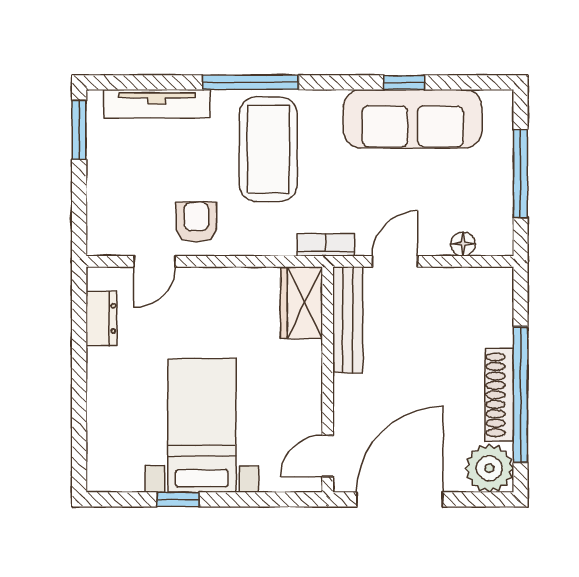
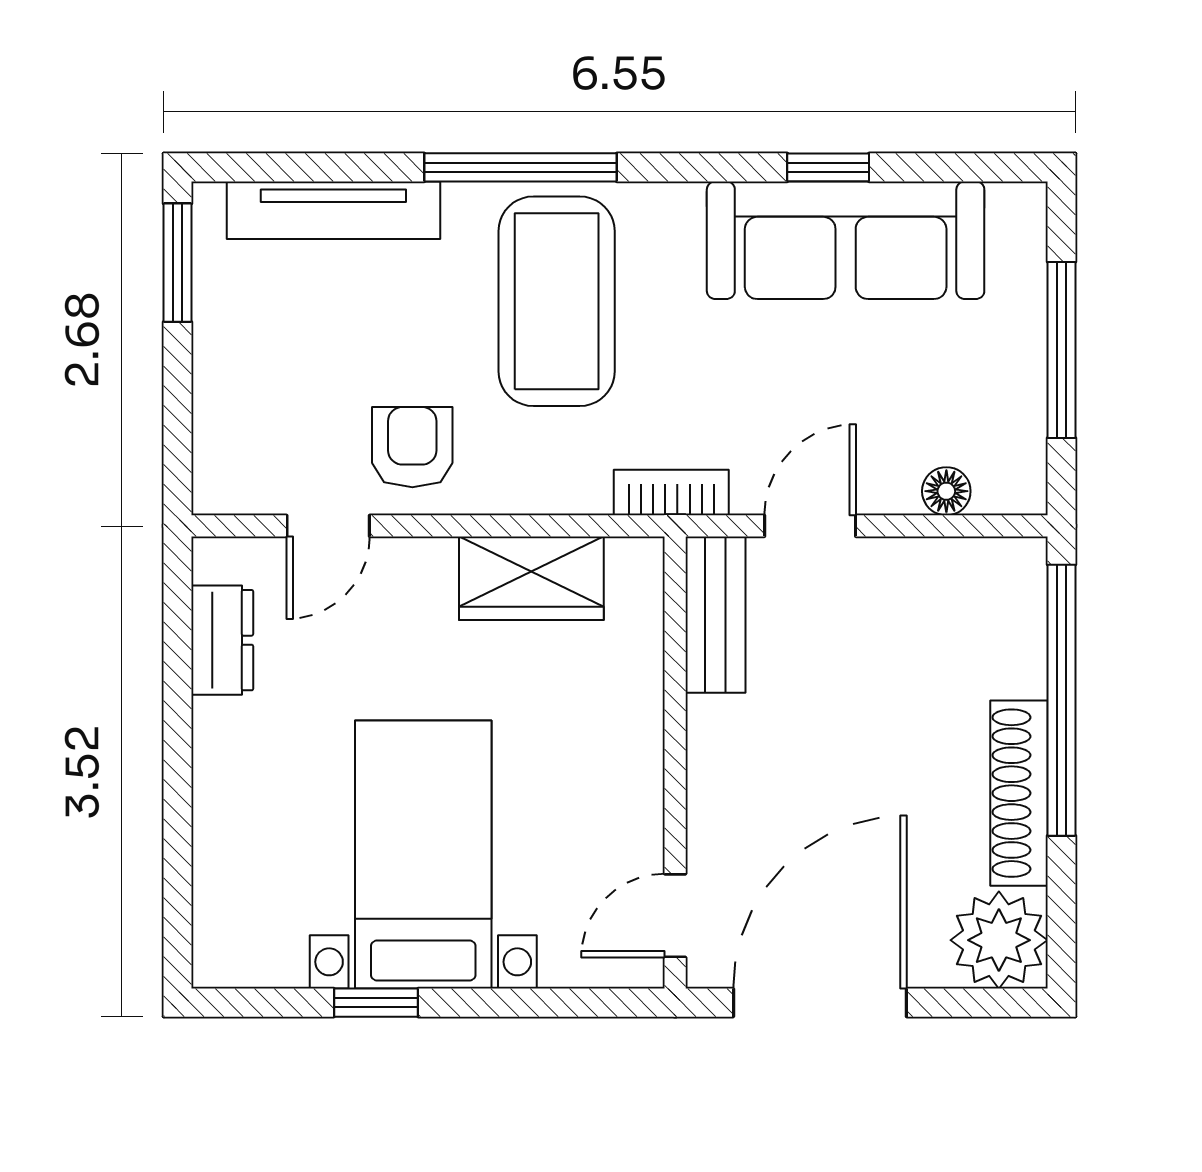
wardrobe: (301, 303) -> (531, 578), moved, turned -90
bench: (348, 320) -> (715, 615), width x0.73
window: (520, 395) -> (1061, 700), moved

